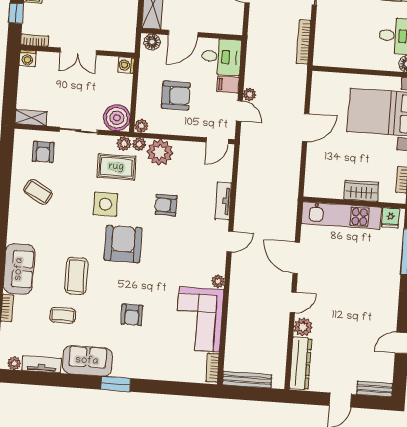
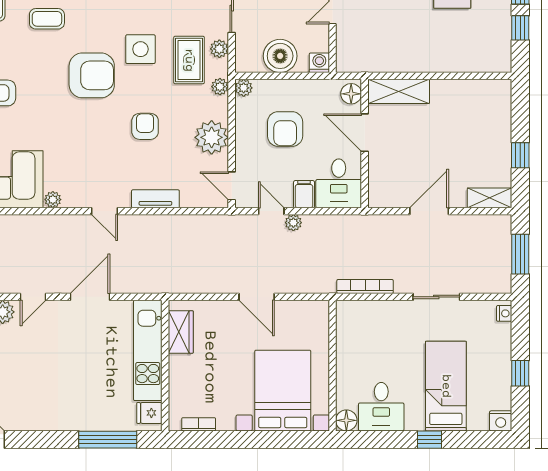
door: (239, 111) -> (271, 211), swing flipped
boiler: (117, 118) -> (280, 56), moved
plant: (124, 144) -> (219, 49), moved
plant: (160, 152) -> (212, 137), moved
wardrobe: (361, 191) -> (181, 332), moved
coffee table: (76, 276) -> (47, 19), width x0.73, depth x0.77
door: (293, 302) -> (33, 297), hinge flipped

